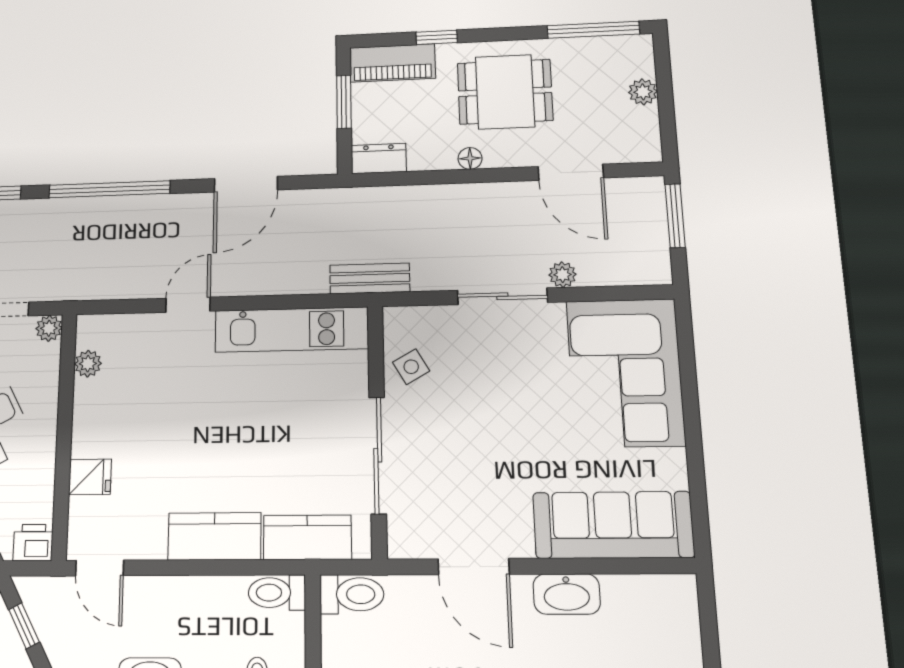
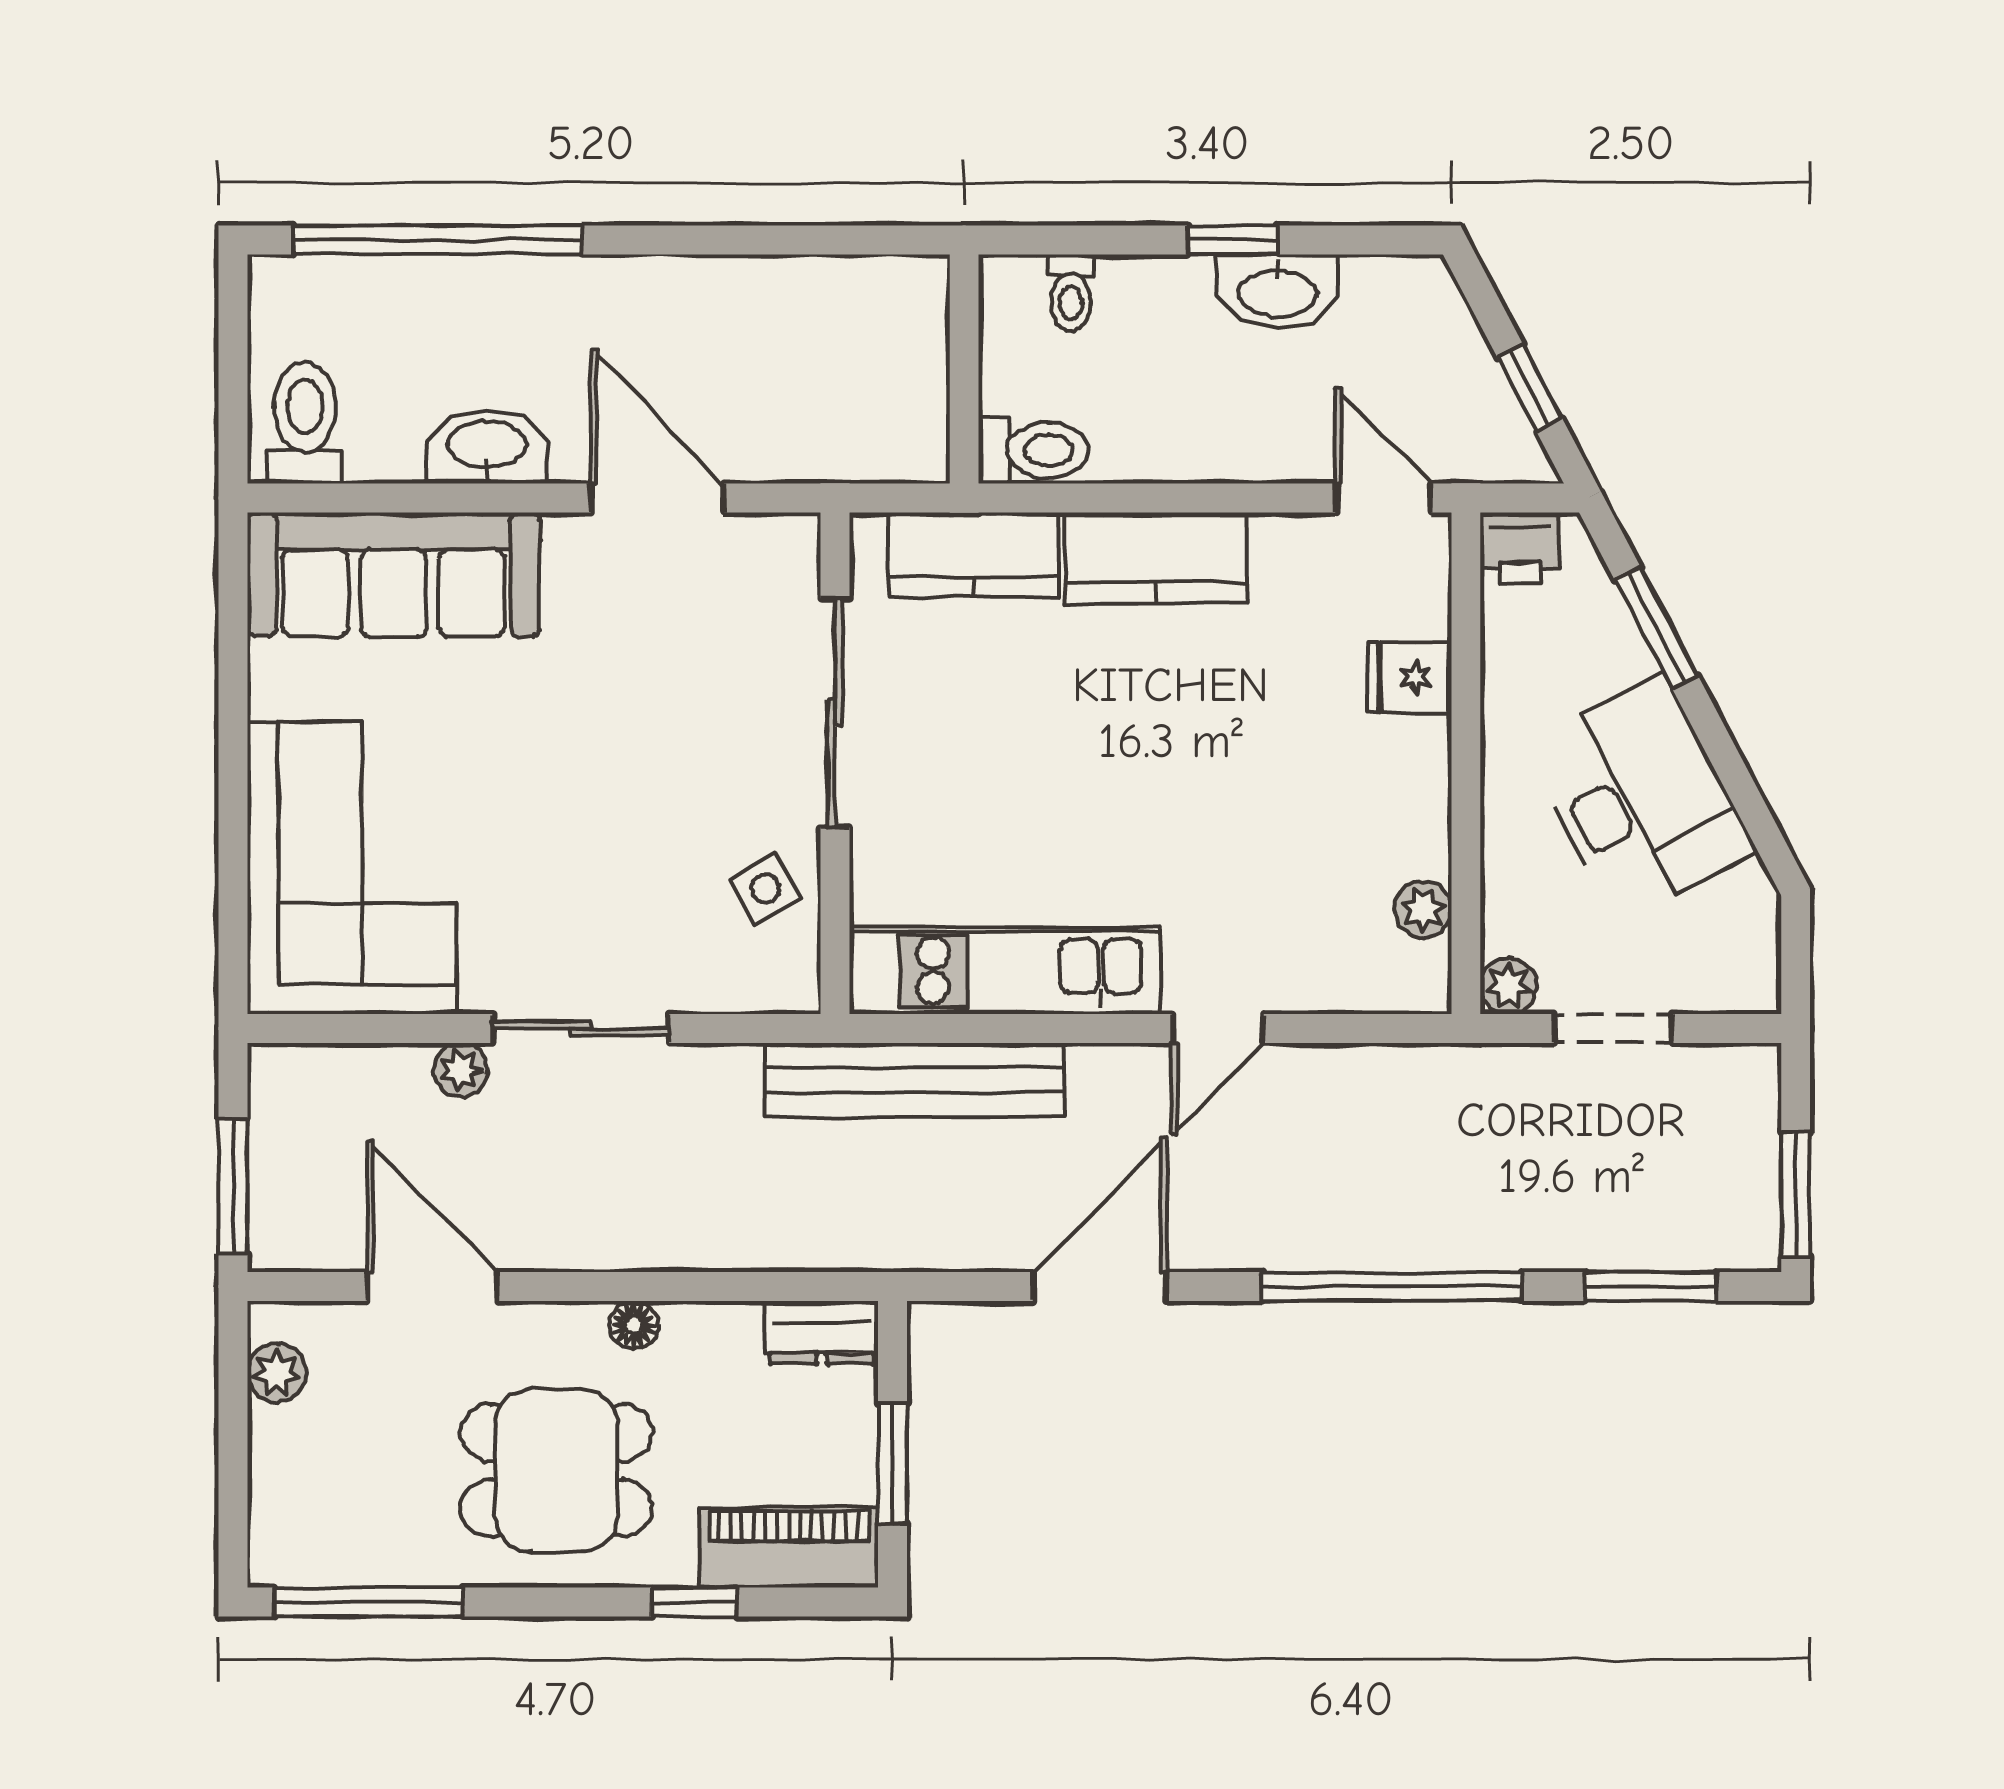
plant: (643, 92) -> (277, 1373), moved
bench: (370, 278) -> (914, 1080), width x1.86, depth x1.21
toilet: (352, 594) -> (305, 423), moved, turned 90

